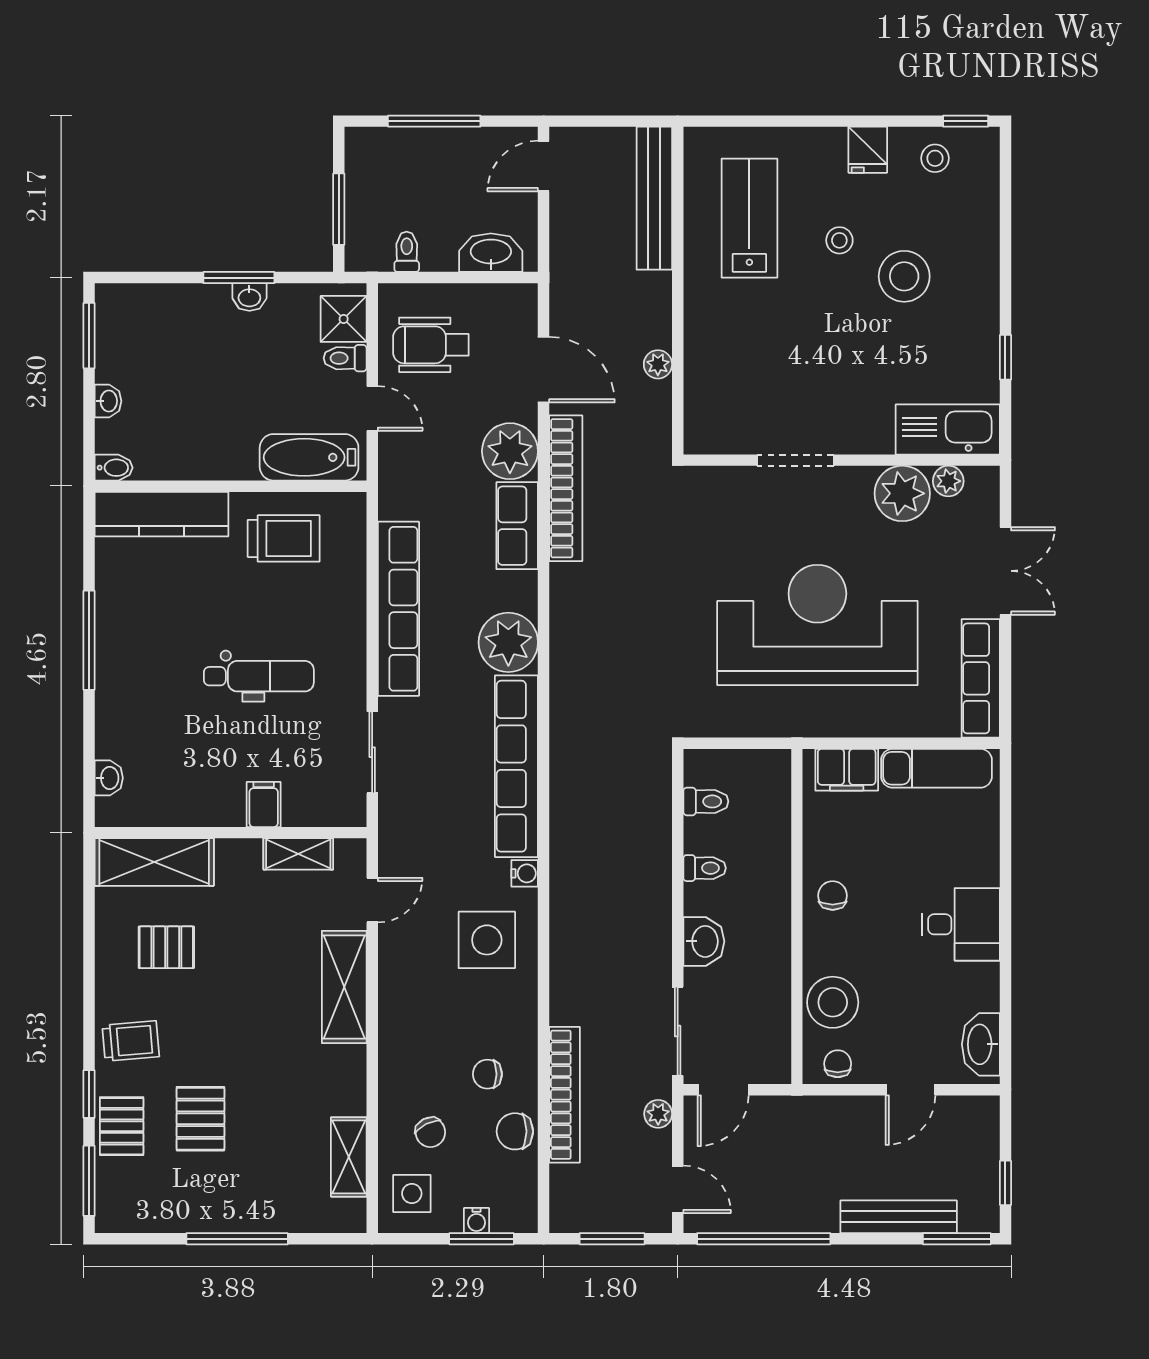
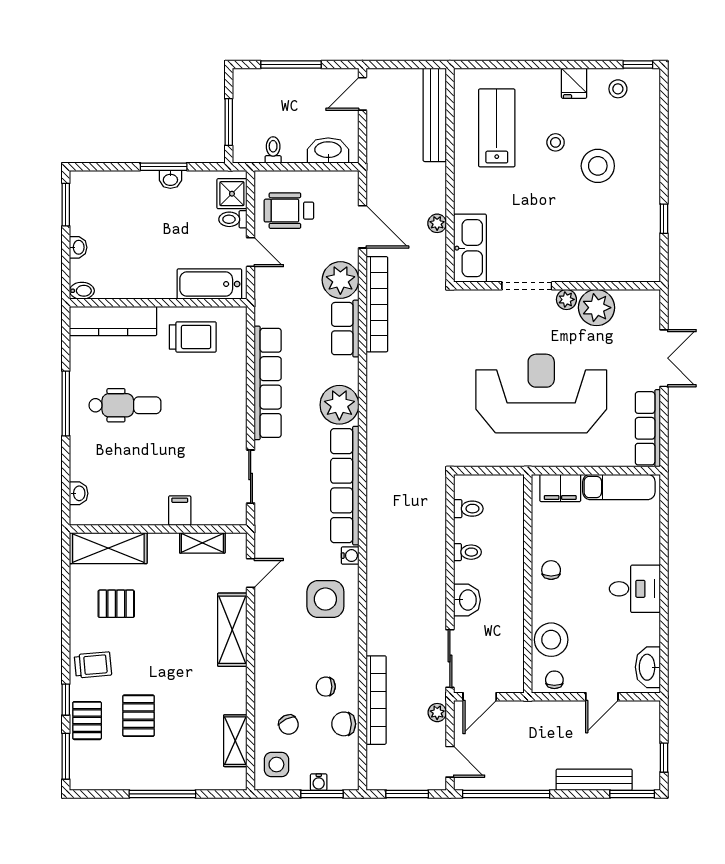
kitchen sink: (948, 429) -> (470, 248), moved, turned 90
plant: (948, 481) -> (566, 299), moved
dental chair: (259, 676) -> (125, 405), moved

